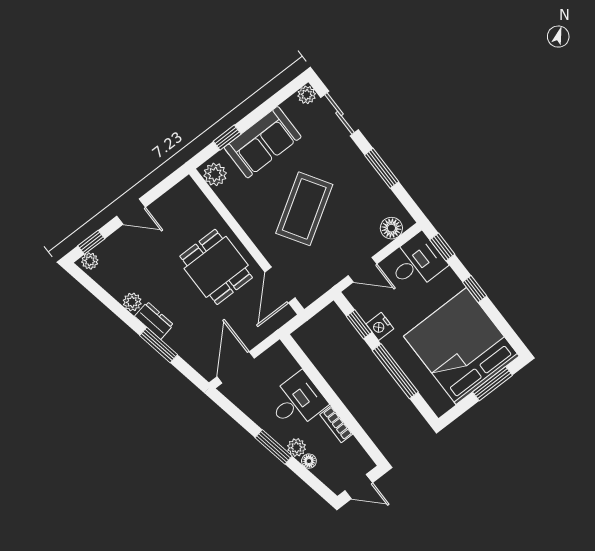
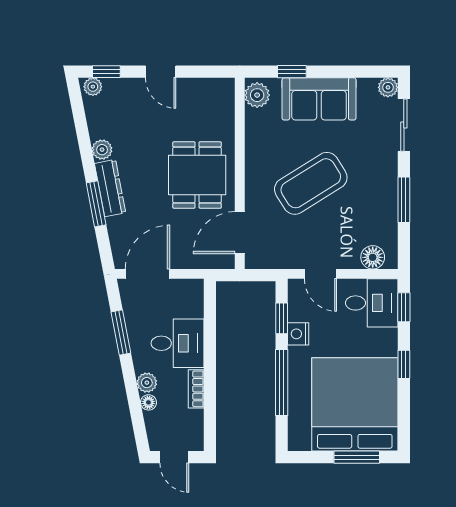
dresser: (154, 320) -> (110, 188), width x1.44
window: (274, 447) -> (121, 332), moved

